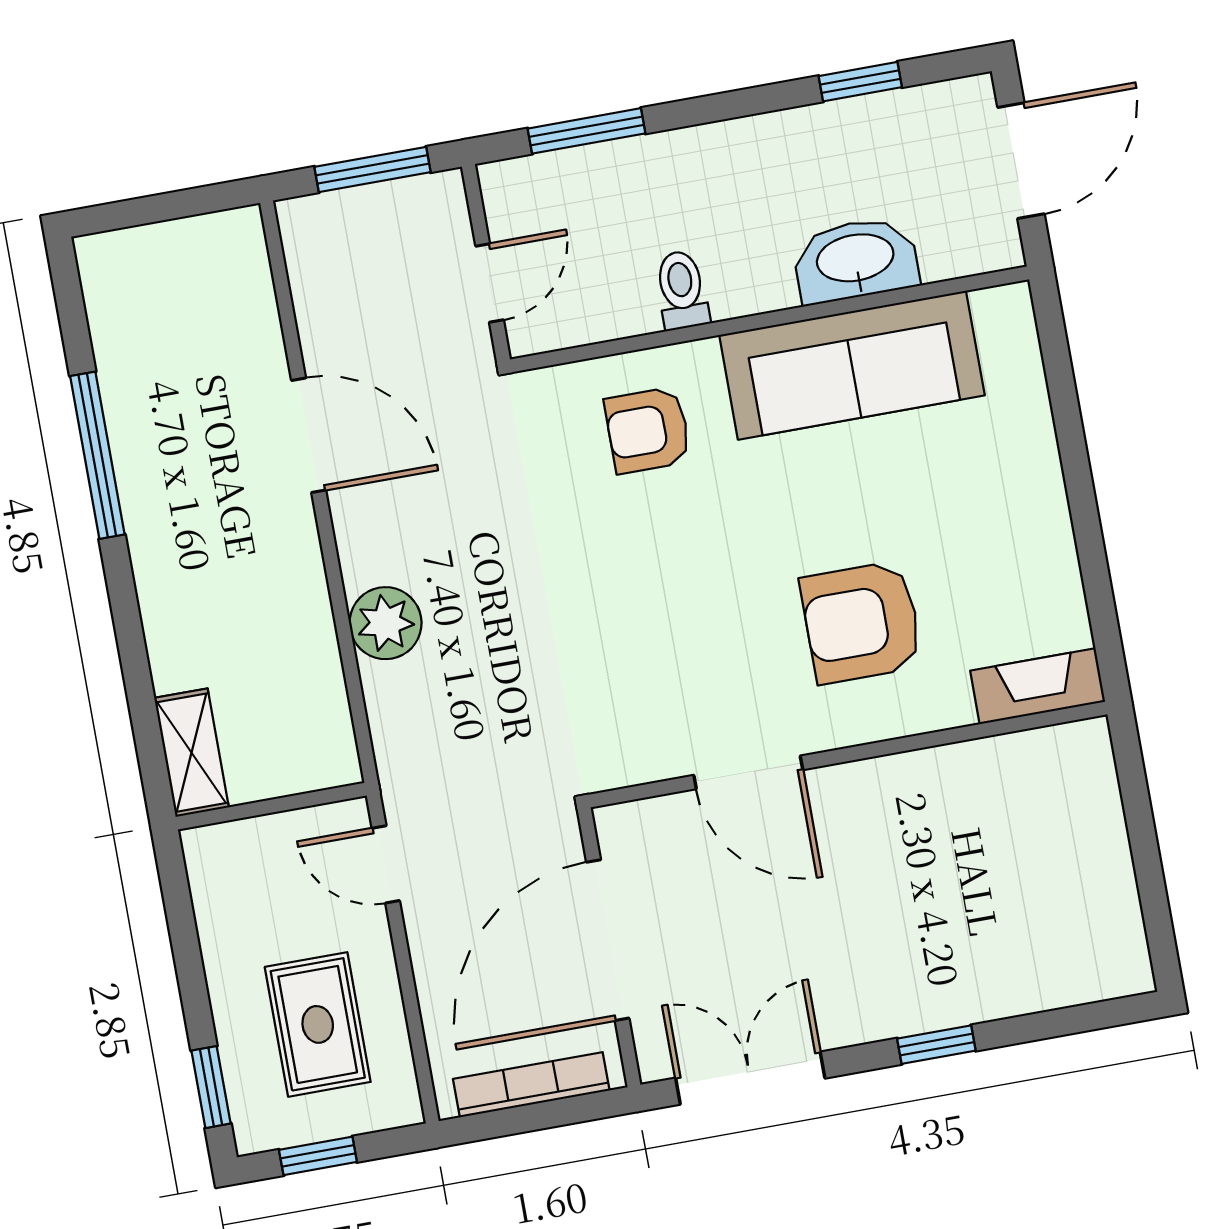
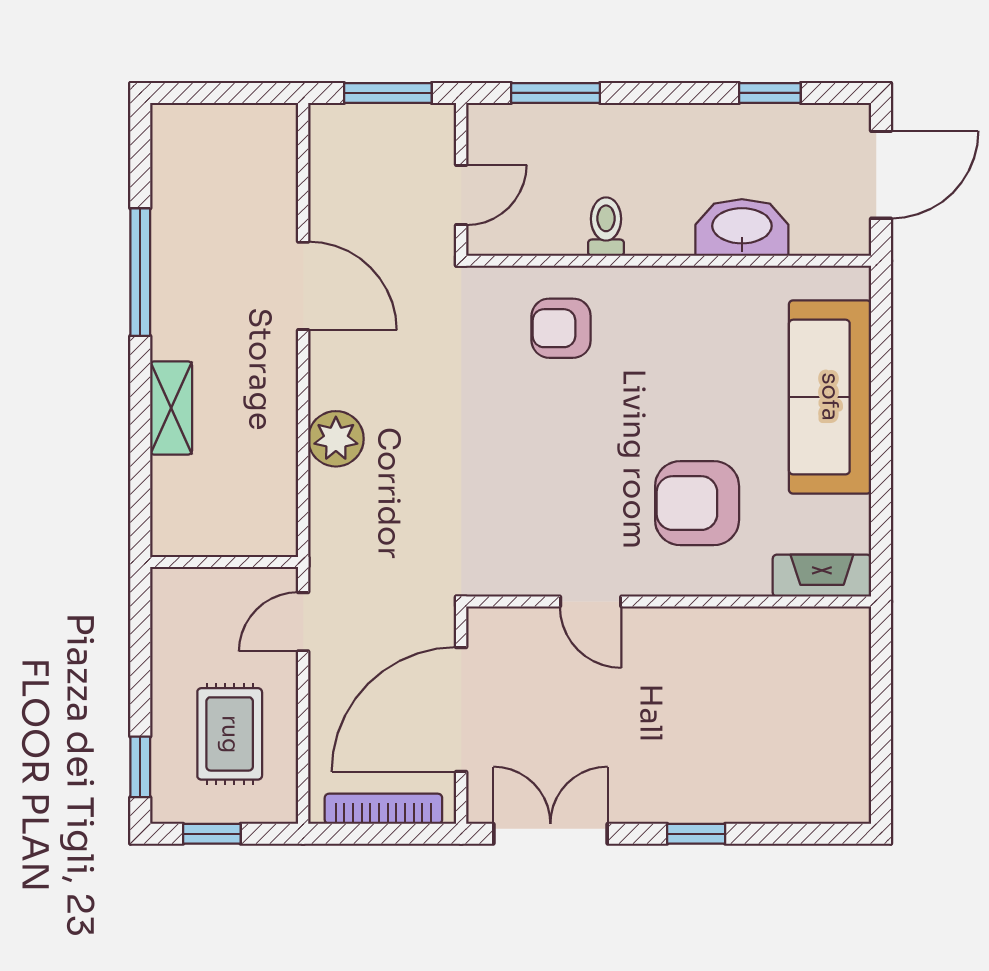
sofa: (852, 365) -> (830, 397), moved, turned 90
shelving: (192, 753) -> (171, 408), moved
door: (748, 772) -> (591, 602), width x0.73
door: (386, 864) -> (303, 622), hinge flipped

